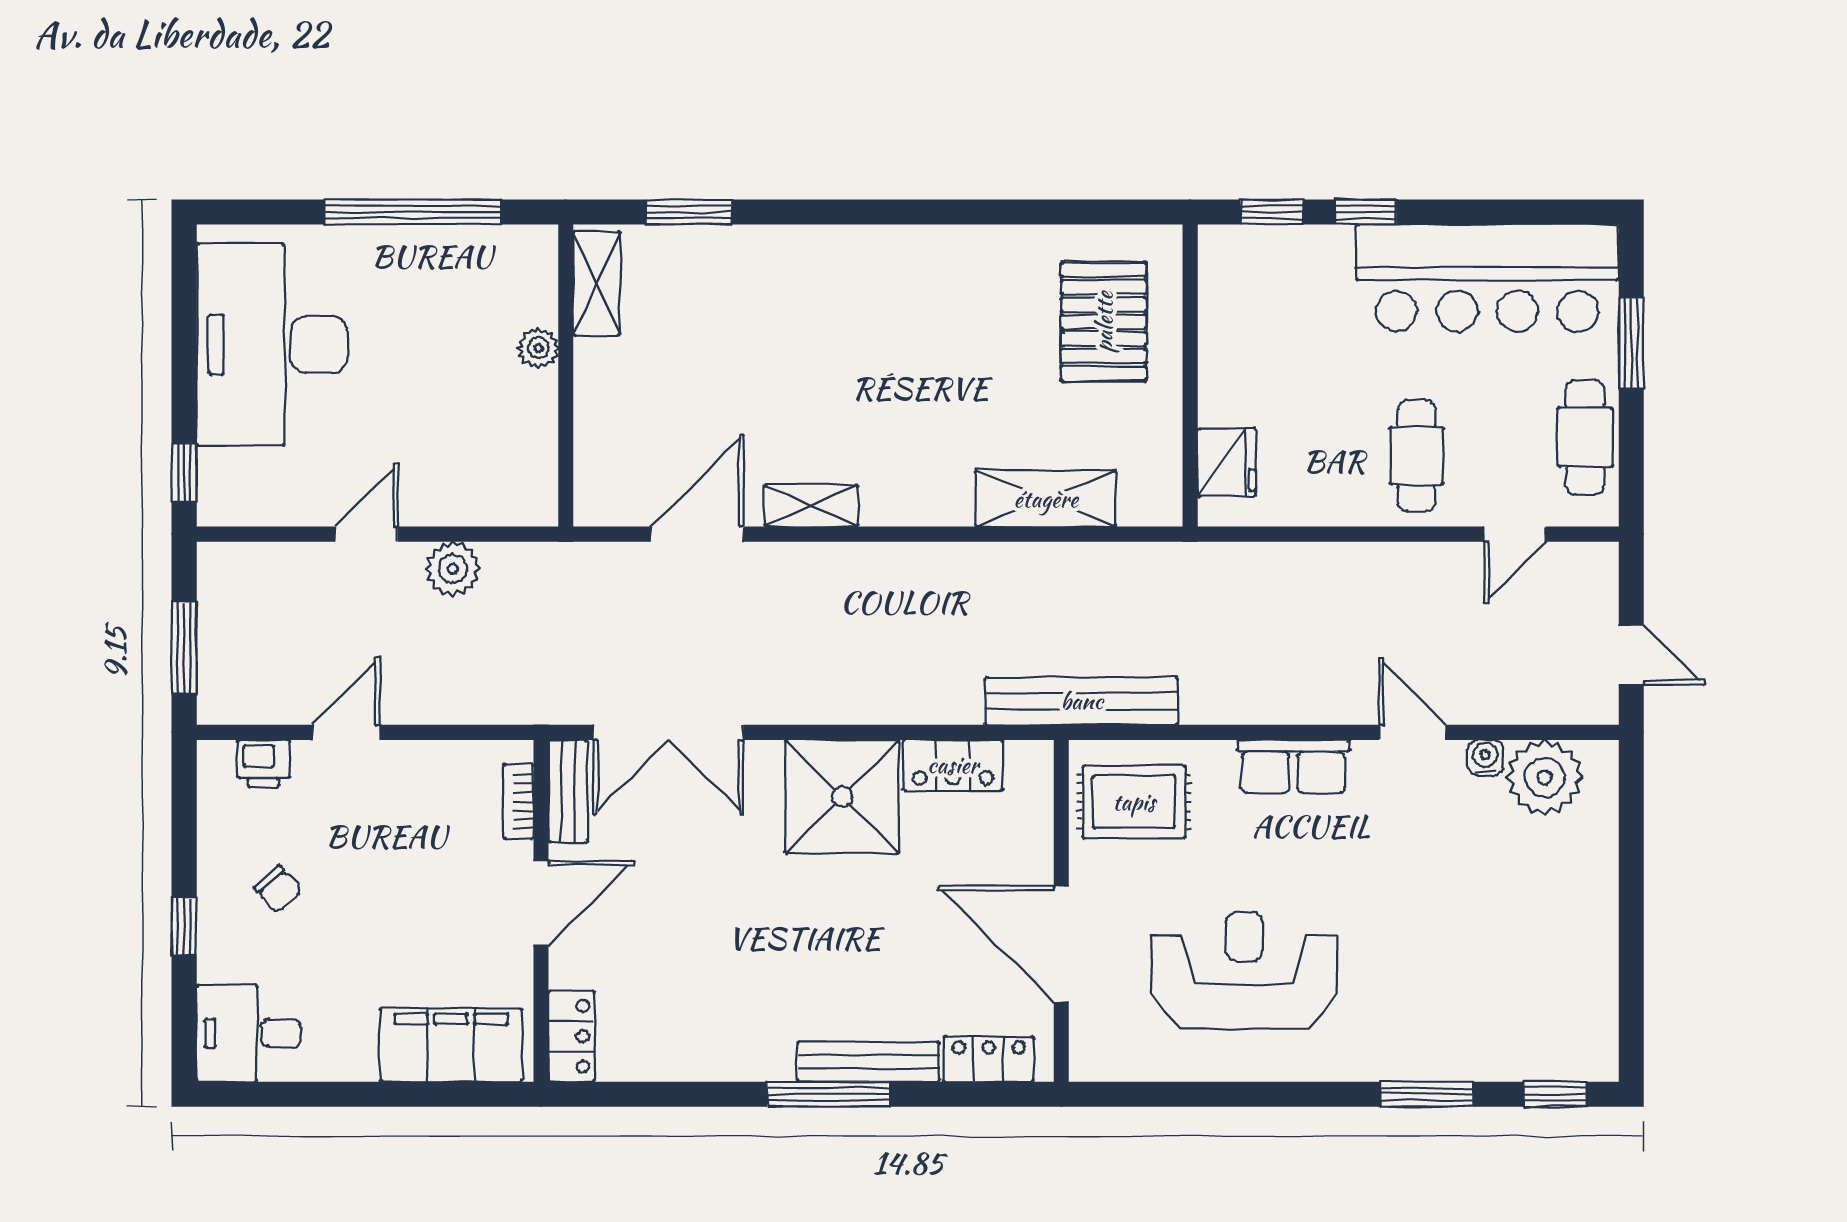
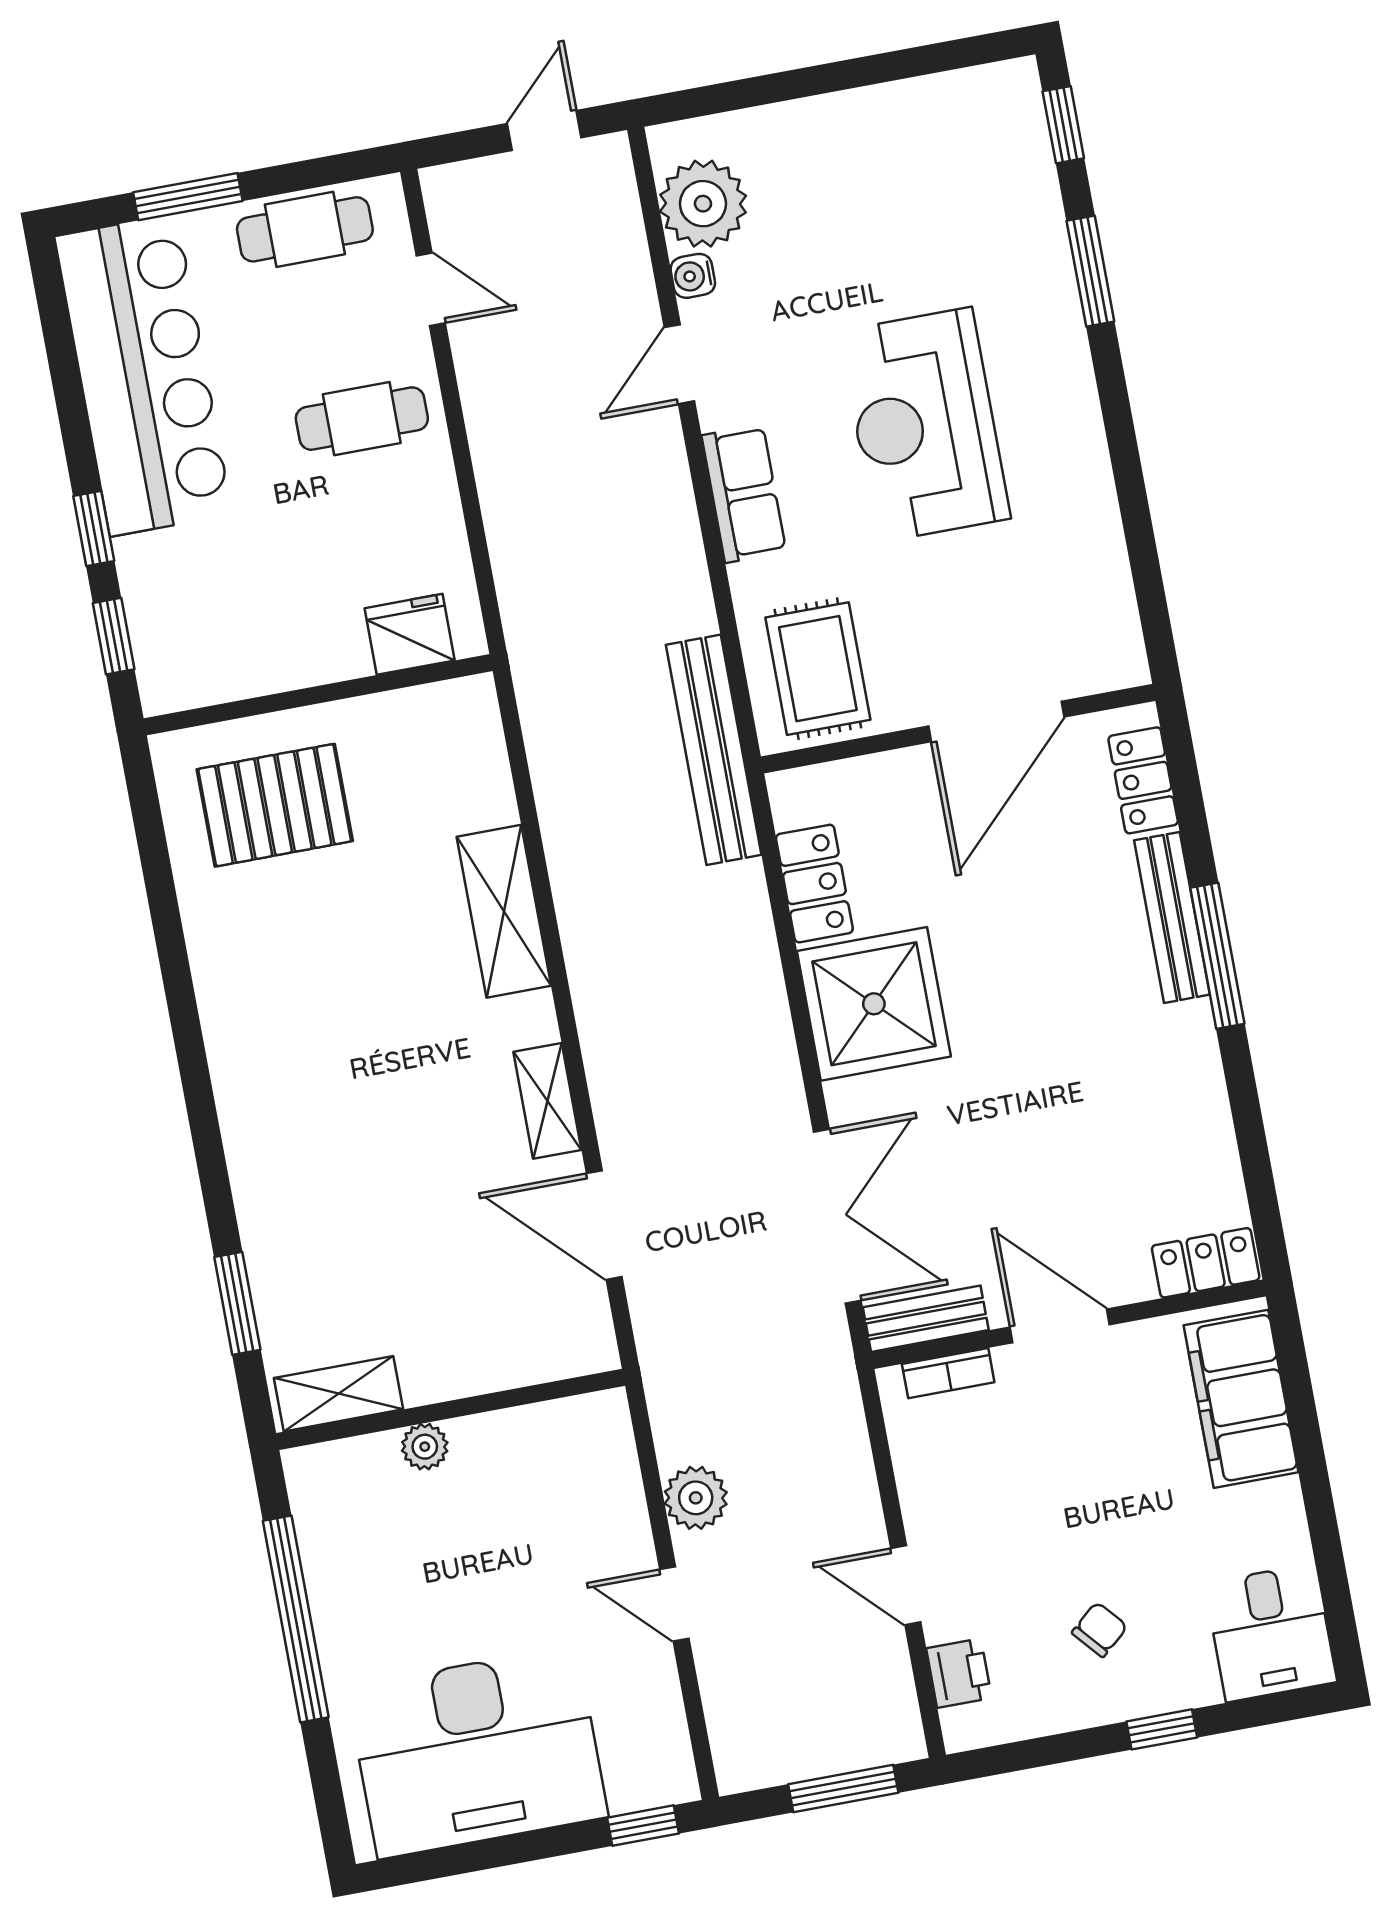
shelving: (1046, 499) -> (504, 911), moved
reception desk: (1244, 970) -> (925, 425), moved

